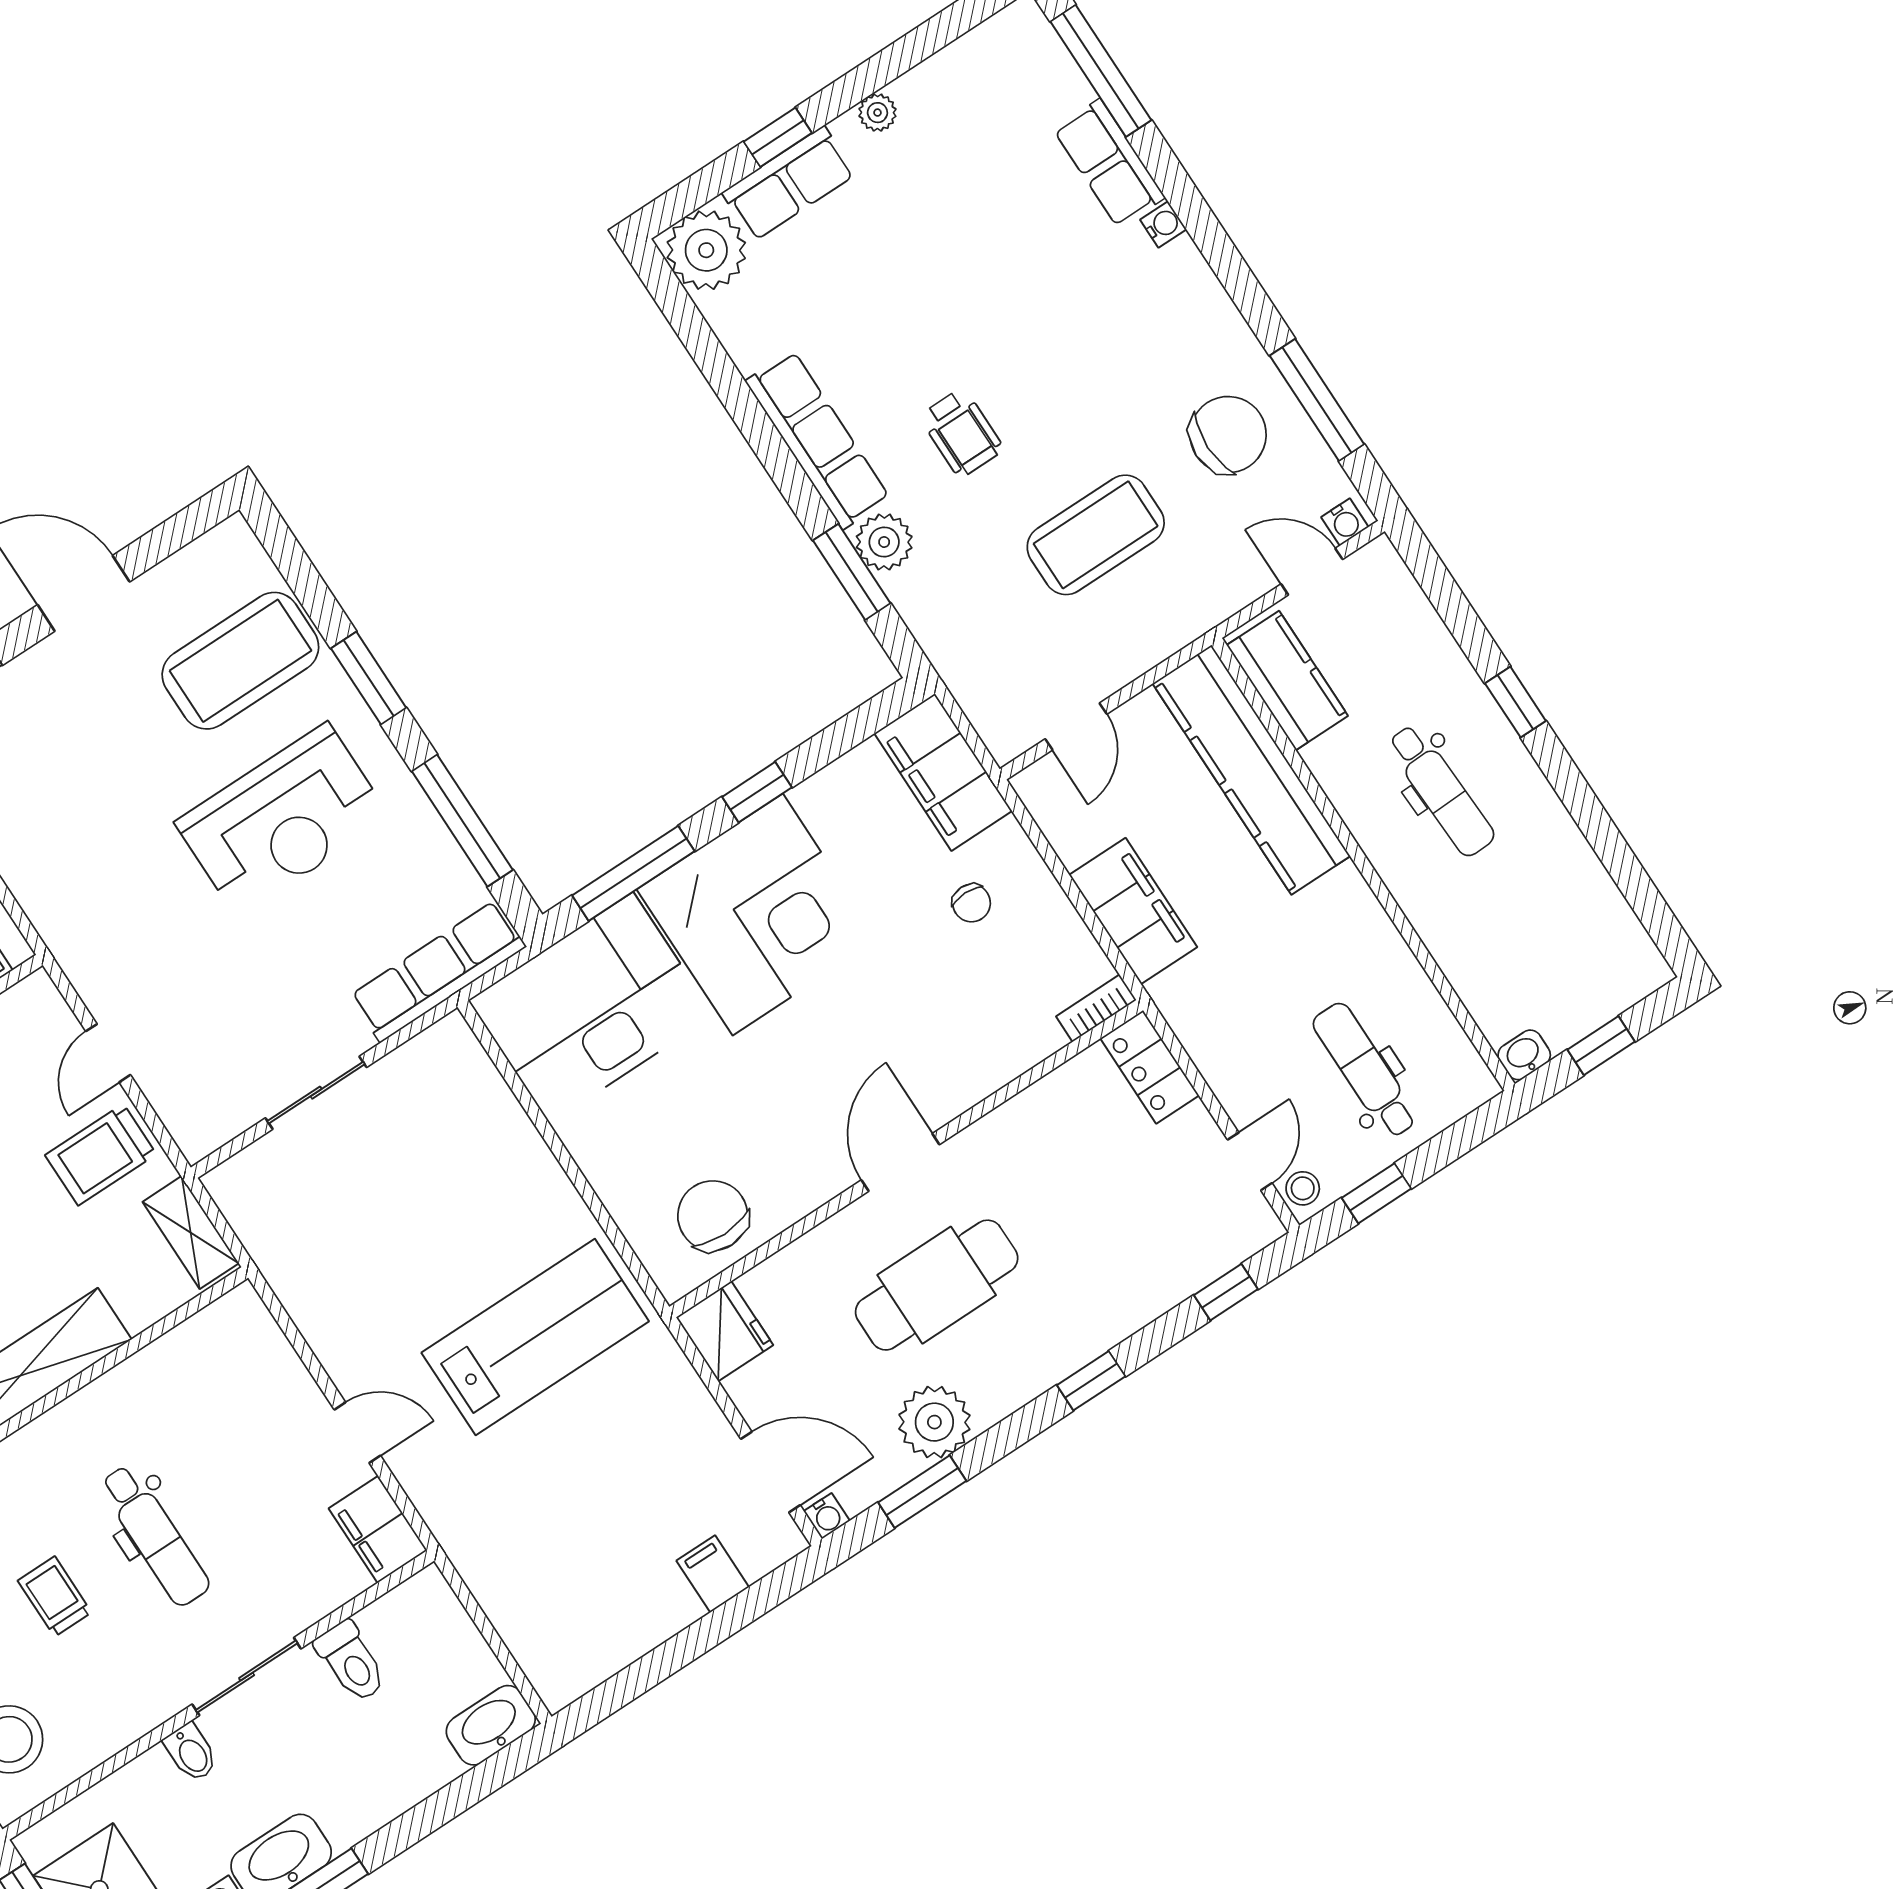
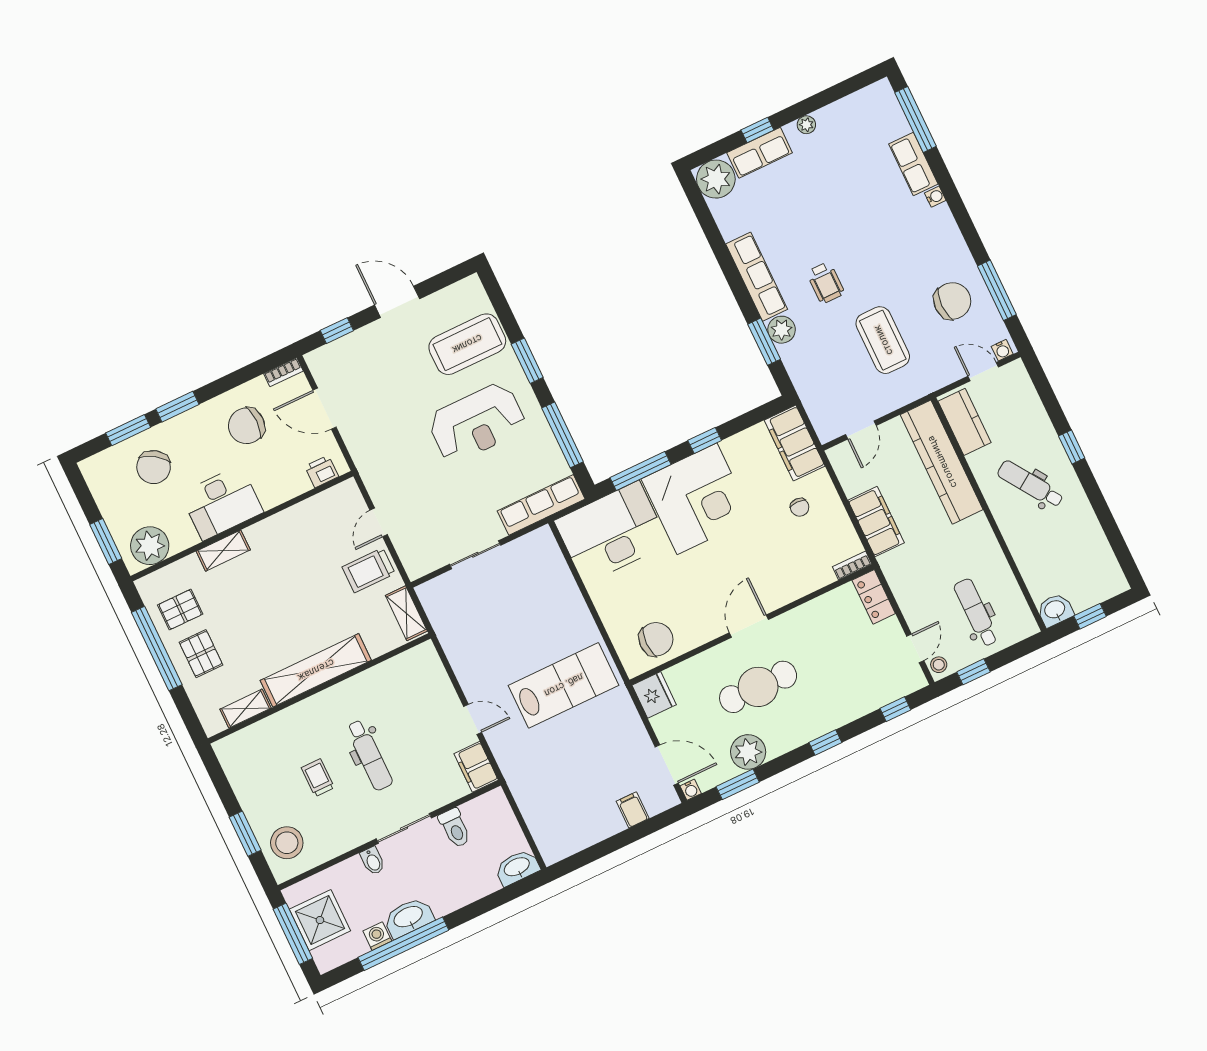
coffee table: (1096, 535) -> (883, 340), turned 90
dental chair: (1441, 791) -> (1030, 484), turned 148
washbasin: (1524, 1055) -> (1055, 610), width x1.38, depth x1.45
chair: (713, 1216) -> (656, 639), turned 90

